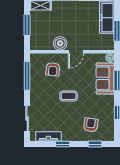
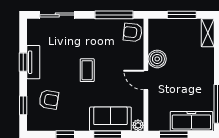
armchair: (53, 69) -> (133, 32), moved
tv unit: (48, 136) -> (33, 62), moved

